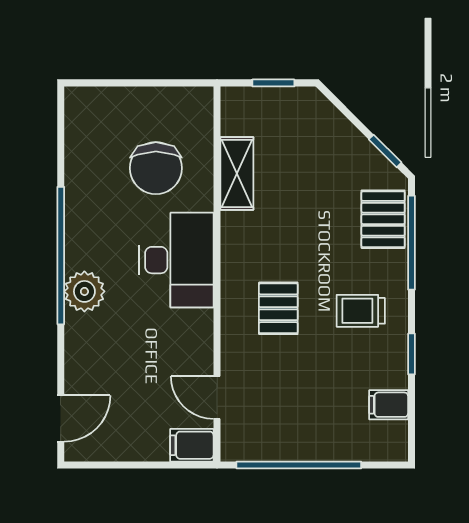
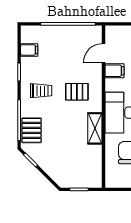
shelving: (237, 174) -> (95, 128), moved
pallet: (278, 308) -> (77, 92), turned 90
door: (217, 398) -> (103, 53), swing flipped
filing cabinet: (192, 445) -> (114, 71), moved

